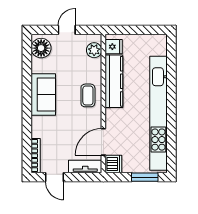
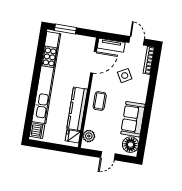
sofa: (43, 95) -> (133, 119), moved
side table: (62, 132) -> (125, 76), added
dishwasher: (113, 164) -> (37, 131), moved, turned 180

